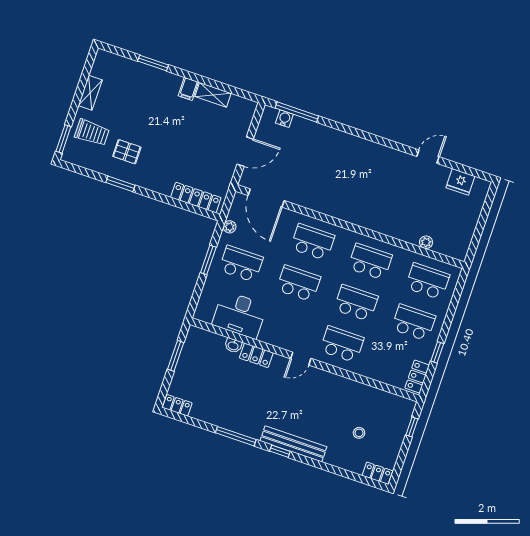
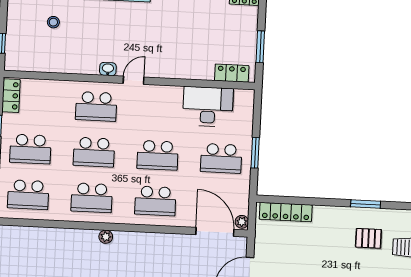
plant: (230, 227) -> (242, 222), moved
plant: (426, 242) -> (106, 237), moved
washbasin: (233, 346) -> (108, 69), moved
locker: (256, 355) -> (232, 73), moved

